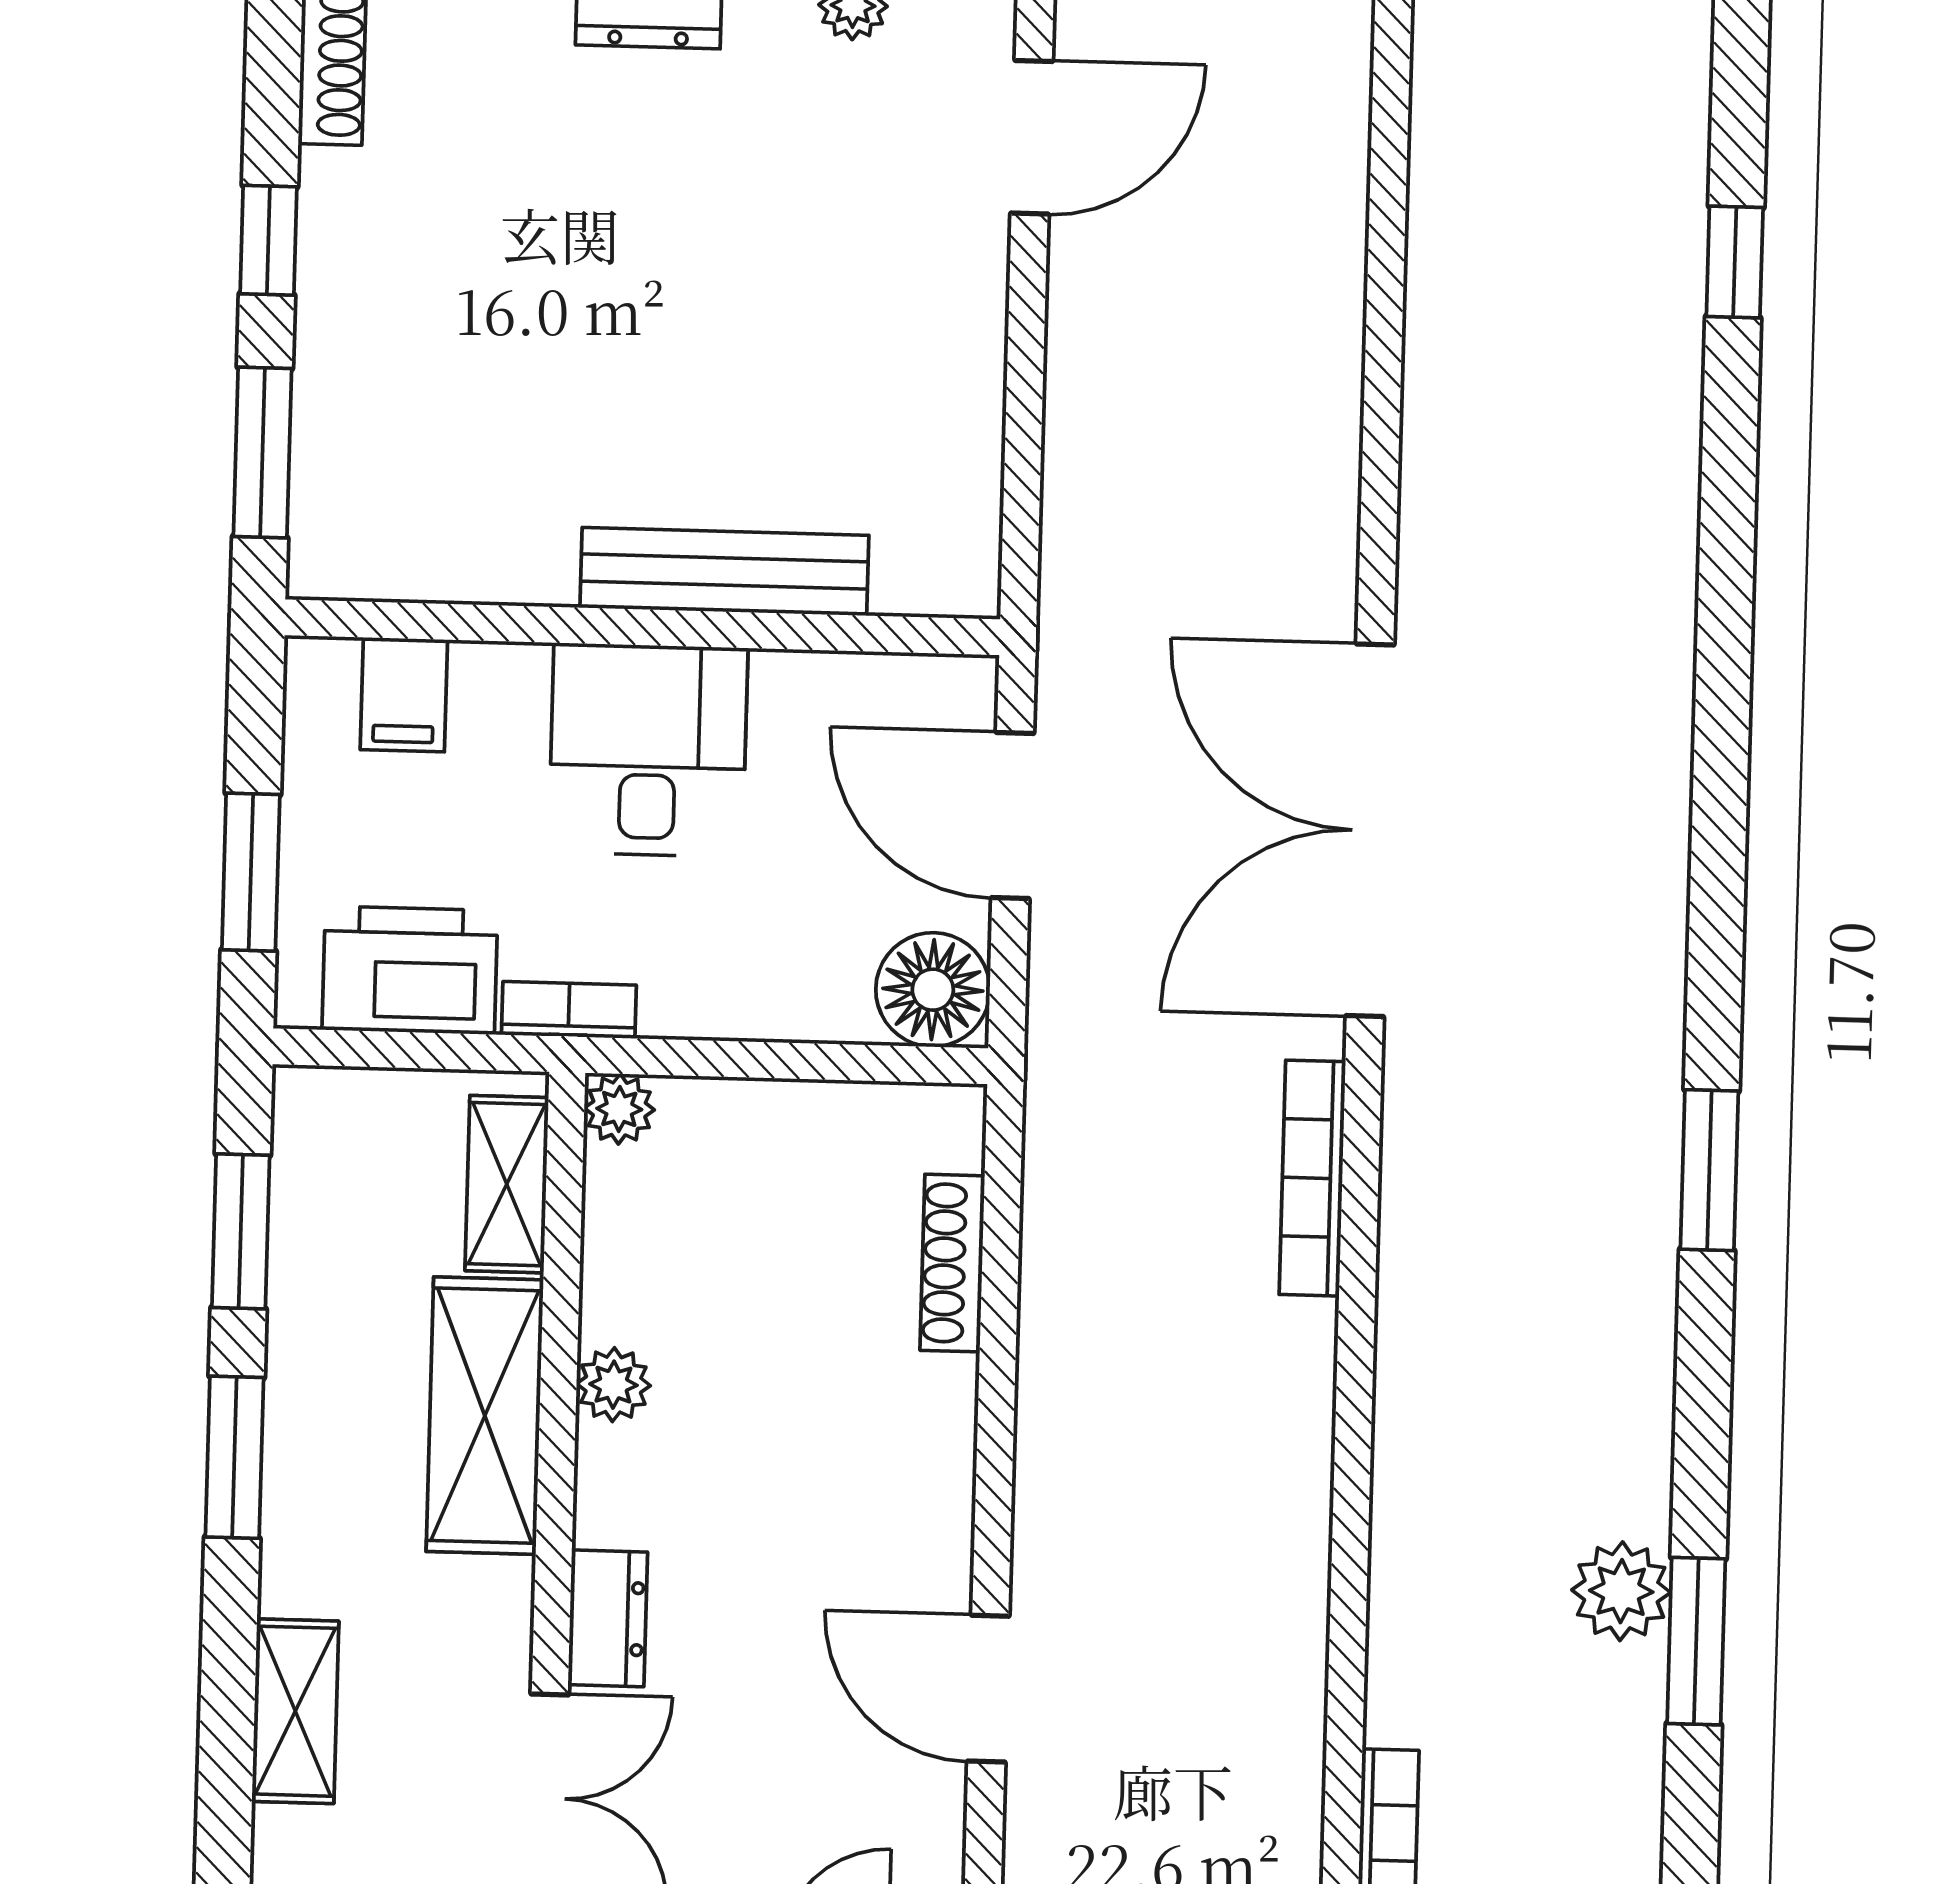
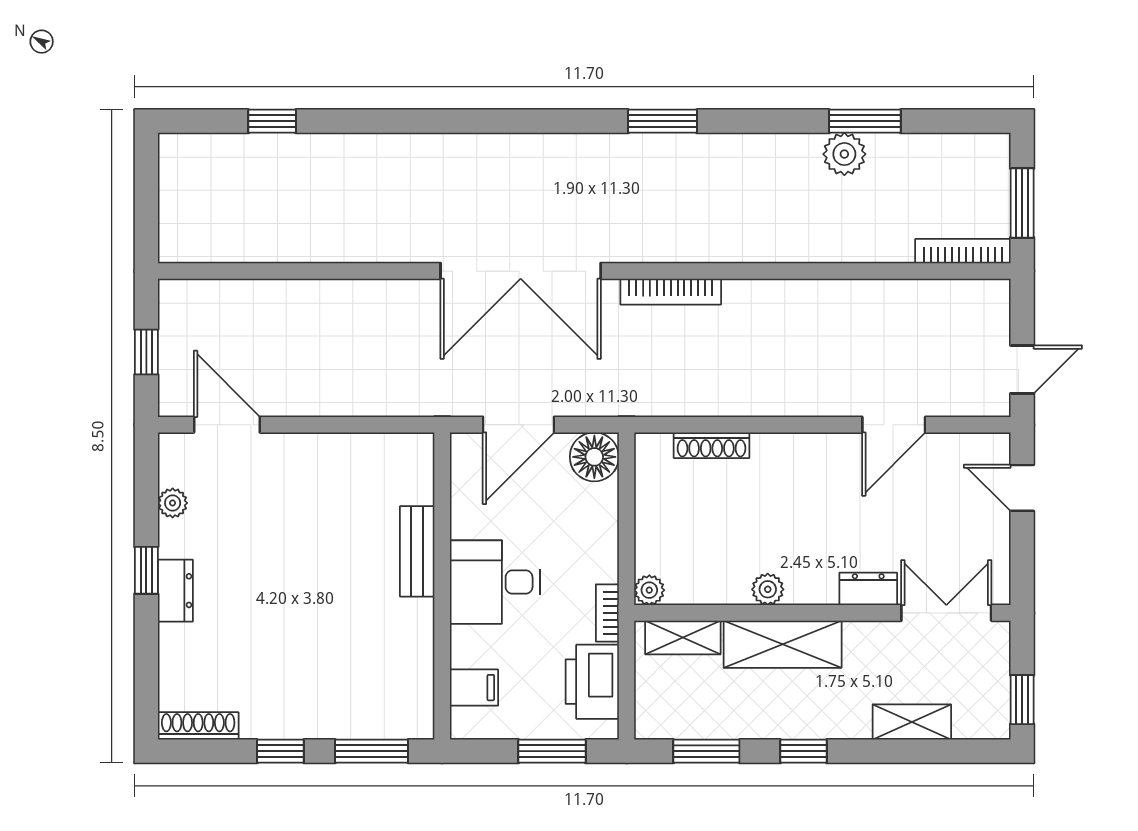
bench: (724, 571) -> (417, 551), width x0.73
window: (234, 1457) -> (803, 751), width x0.67

